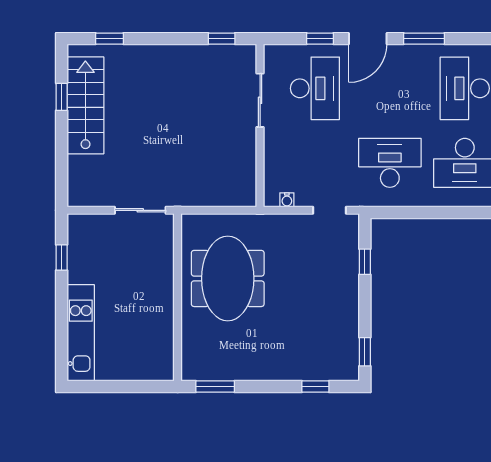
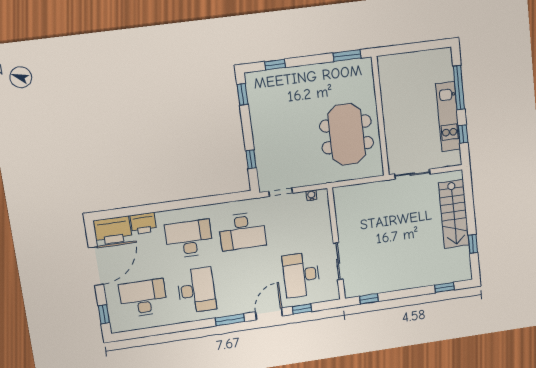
stairs: (85, 105) -> (454, 214), moved
window: (62, 323) -> (459, 88), added
kitchen unit: (81, 333) -> (448, 117), moved

